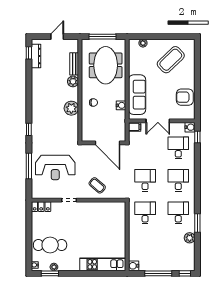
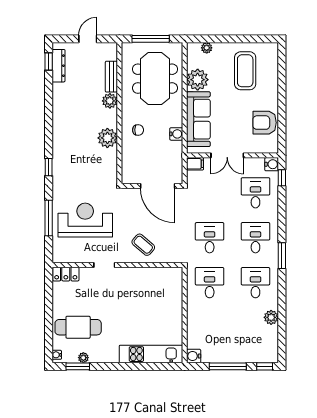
coffee table: (171, 60) -> (245, 71), turned -46
plant: (136, 66) -> (198, 80), added
reception desk: (55, 168) -> (85, 220), turned 180
window: (197, 223) -> (282, 256), moved

